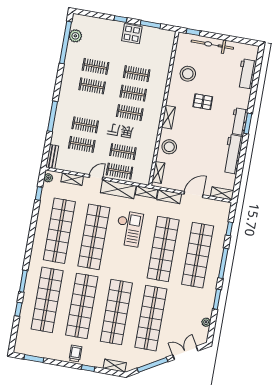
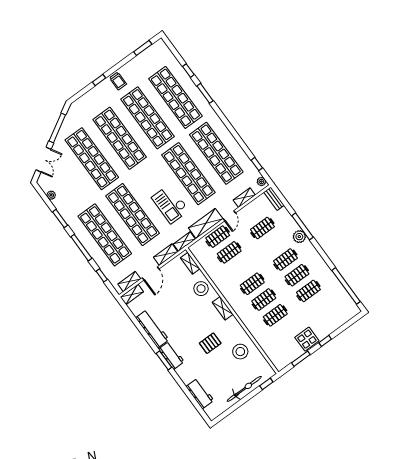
plant: (75, 36) -> (299, 237), moved
clothes rail: (85, 125) -> (285, 260), moved
shelving: (115, 366) -> (129, 281), moved

